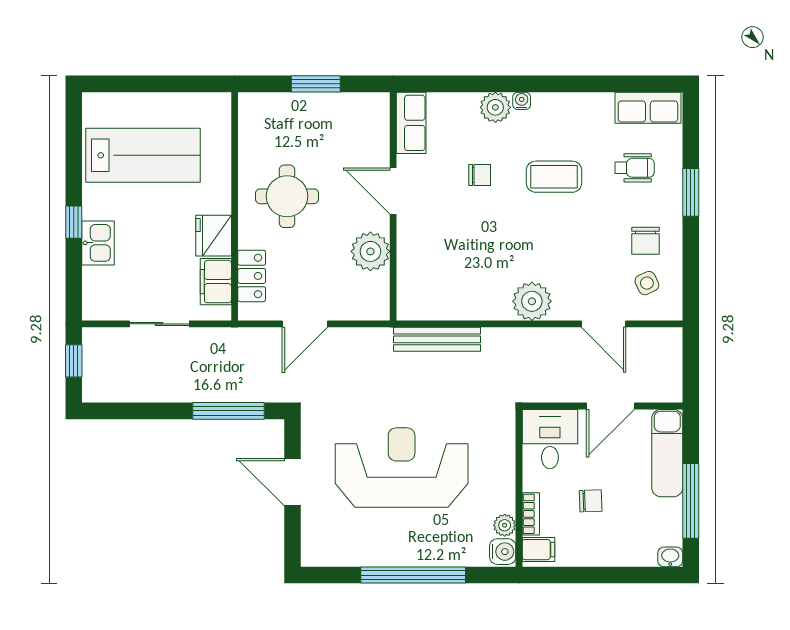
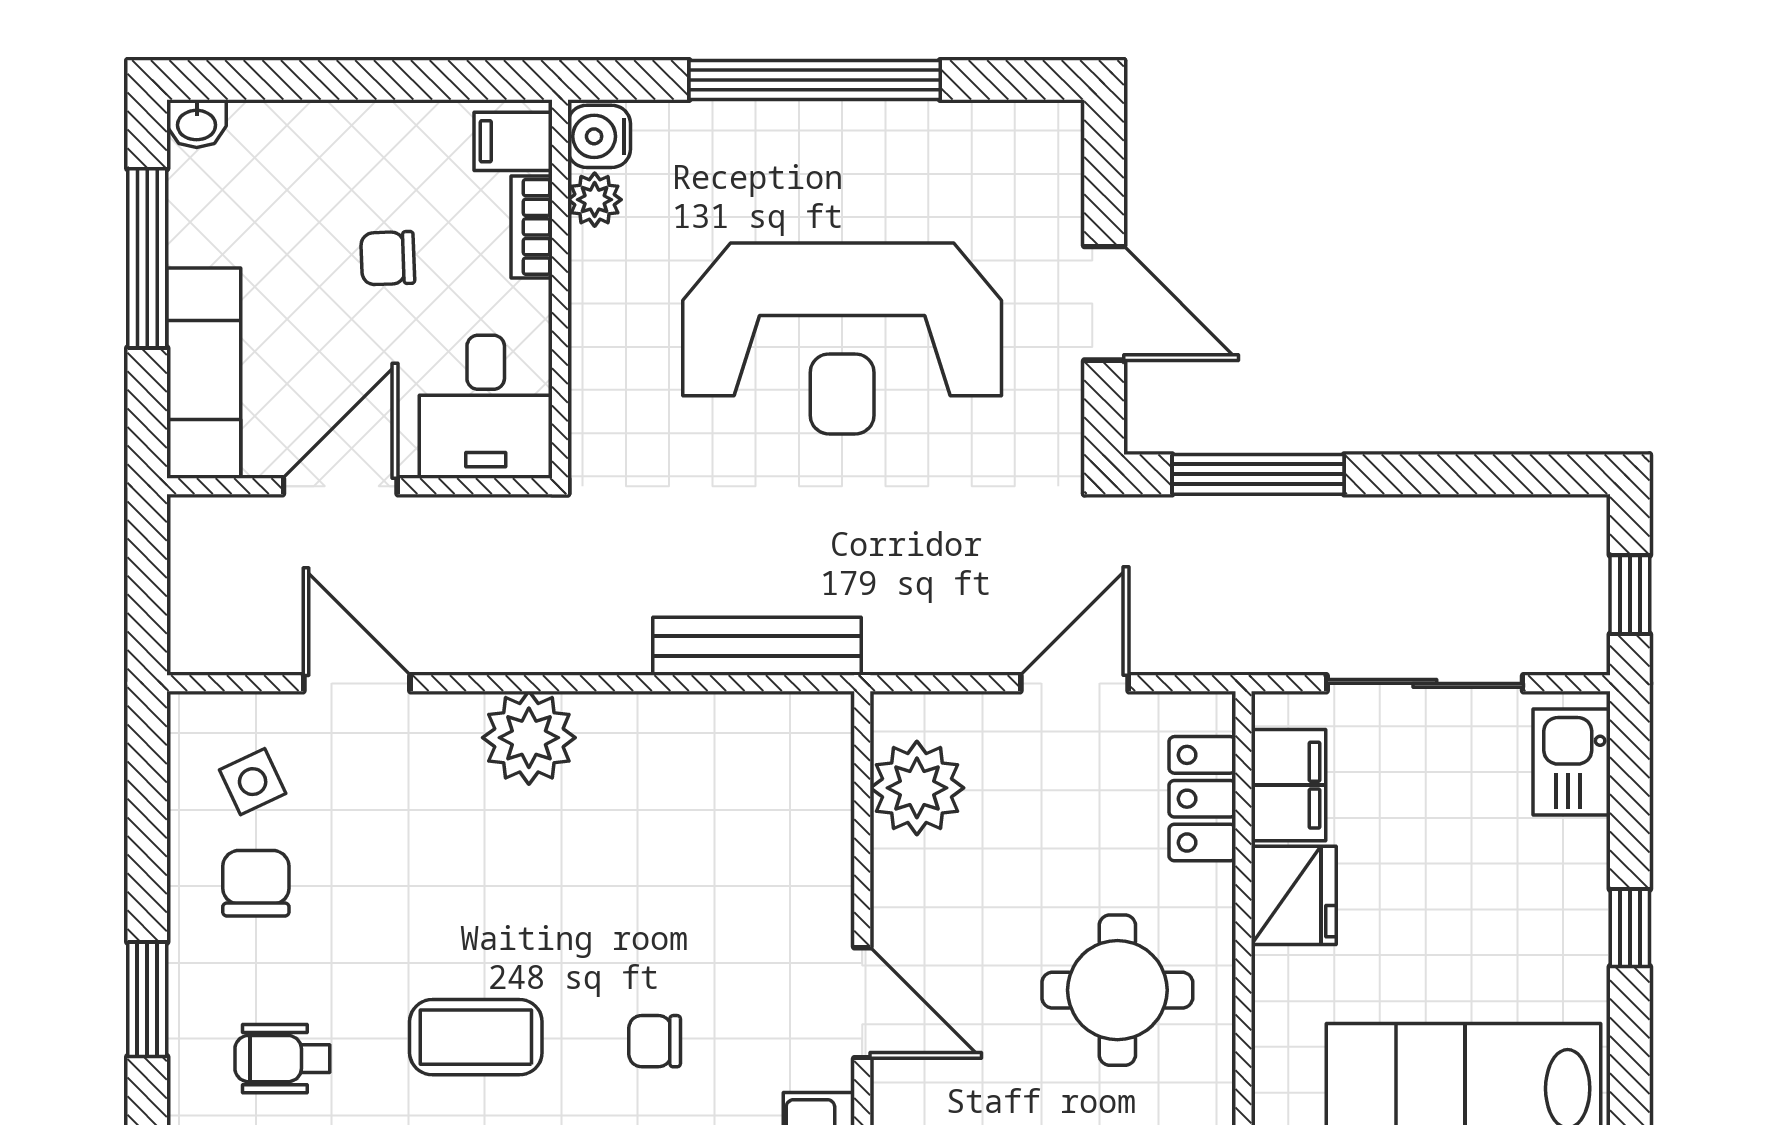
kitchen sink: (98, 243) -> (1572, 762), moved
plant: (370, 251) -> (917, 788), moved
sliding door: (159, 324) -> (1425, 683), width x1.37

